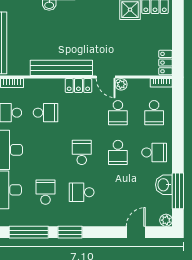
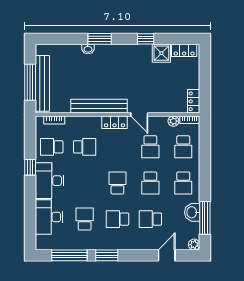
plant: (121, 84) -> (173, 121), moved
school desk: (154, 152) -> (183, 183), turned 90
school desk: (118, 192) -> (150, 219), added

